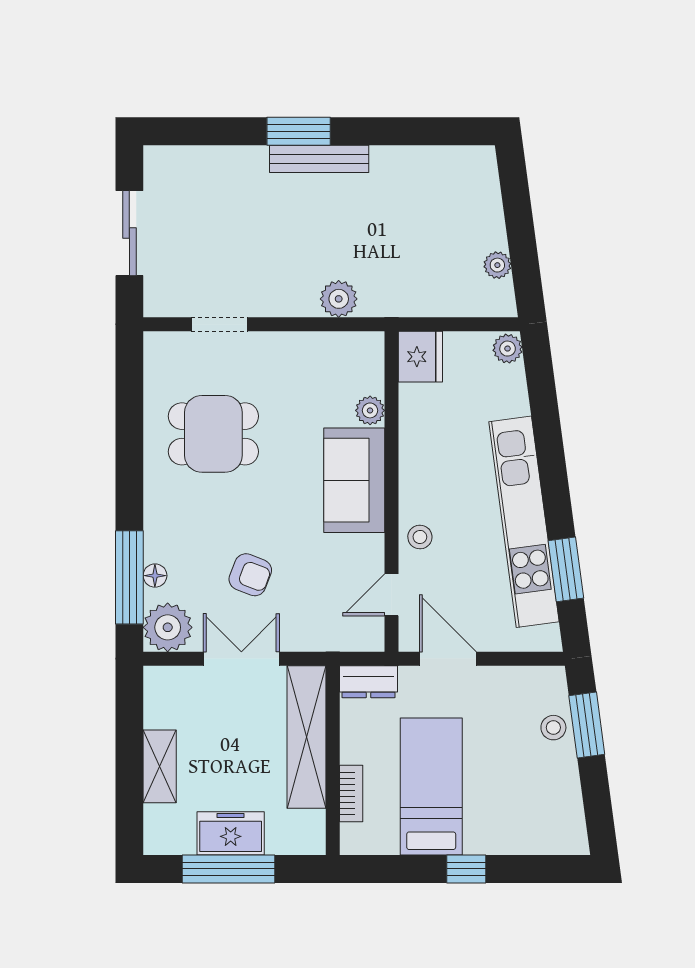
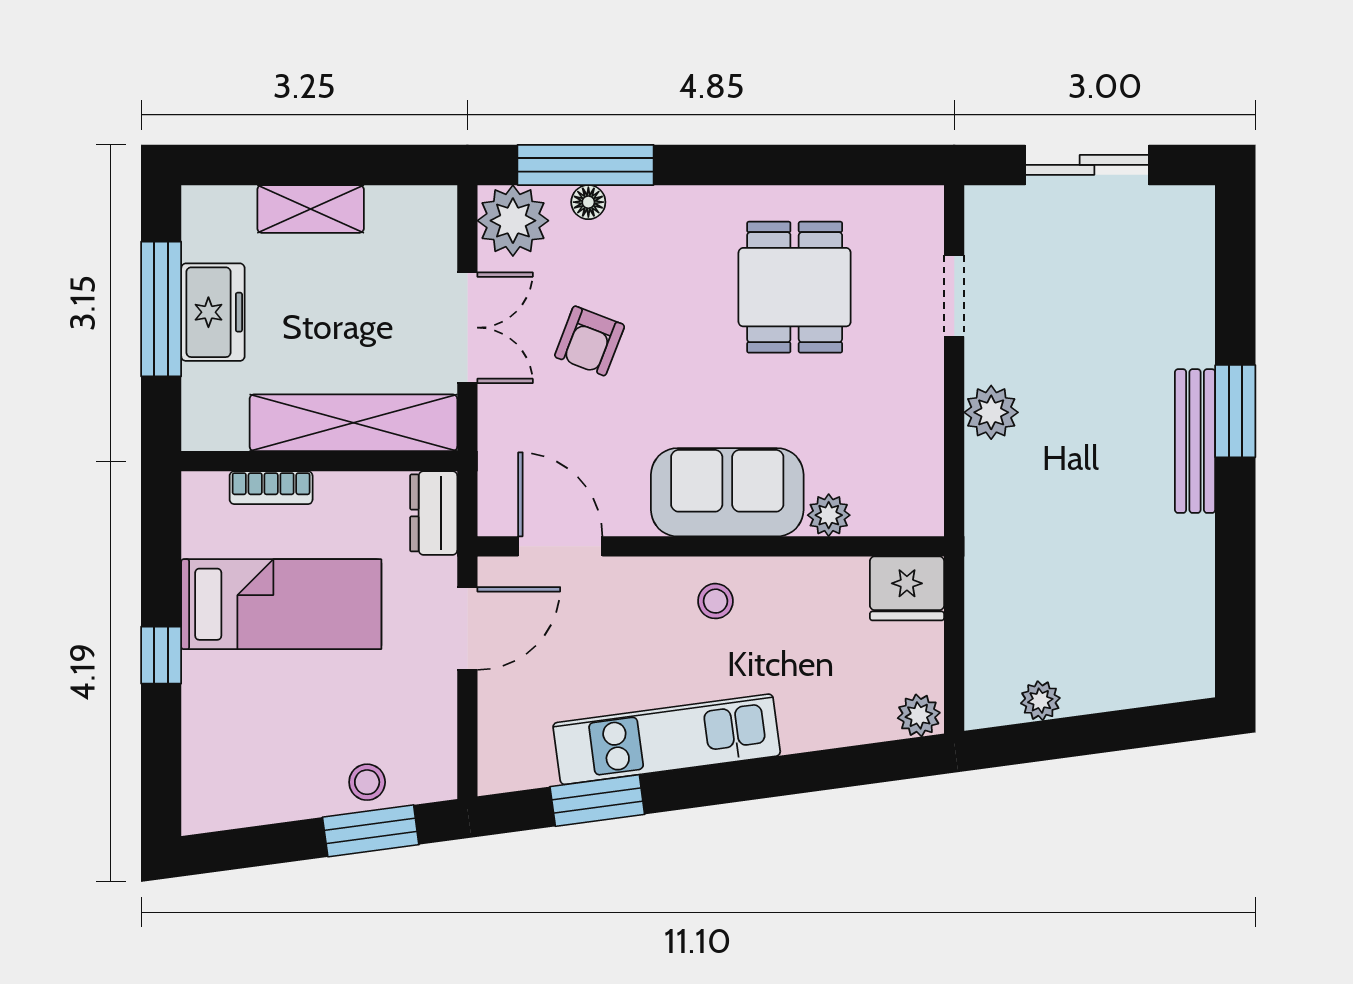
plant: (339, 299) -> (991, 412), moved
kitchen unit: (524, 522) -> (667, 739), width x0.73
stool: (420, 537) -> (715, 601), moved
door: (391, 595) -> (560, 546), width x1.38

